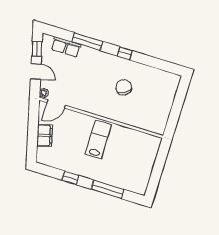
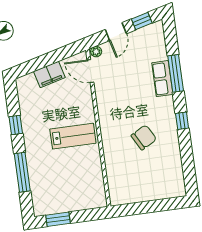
row of seats: (66, 47) -> (162, 79), moved
window: (155, 179) -> (58, 219), added

